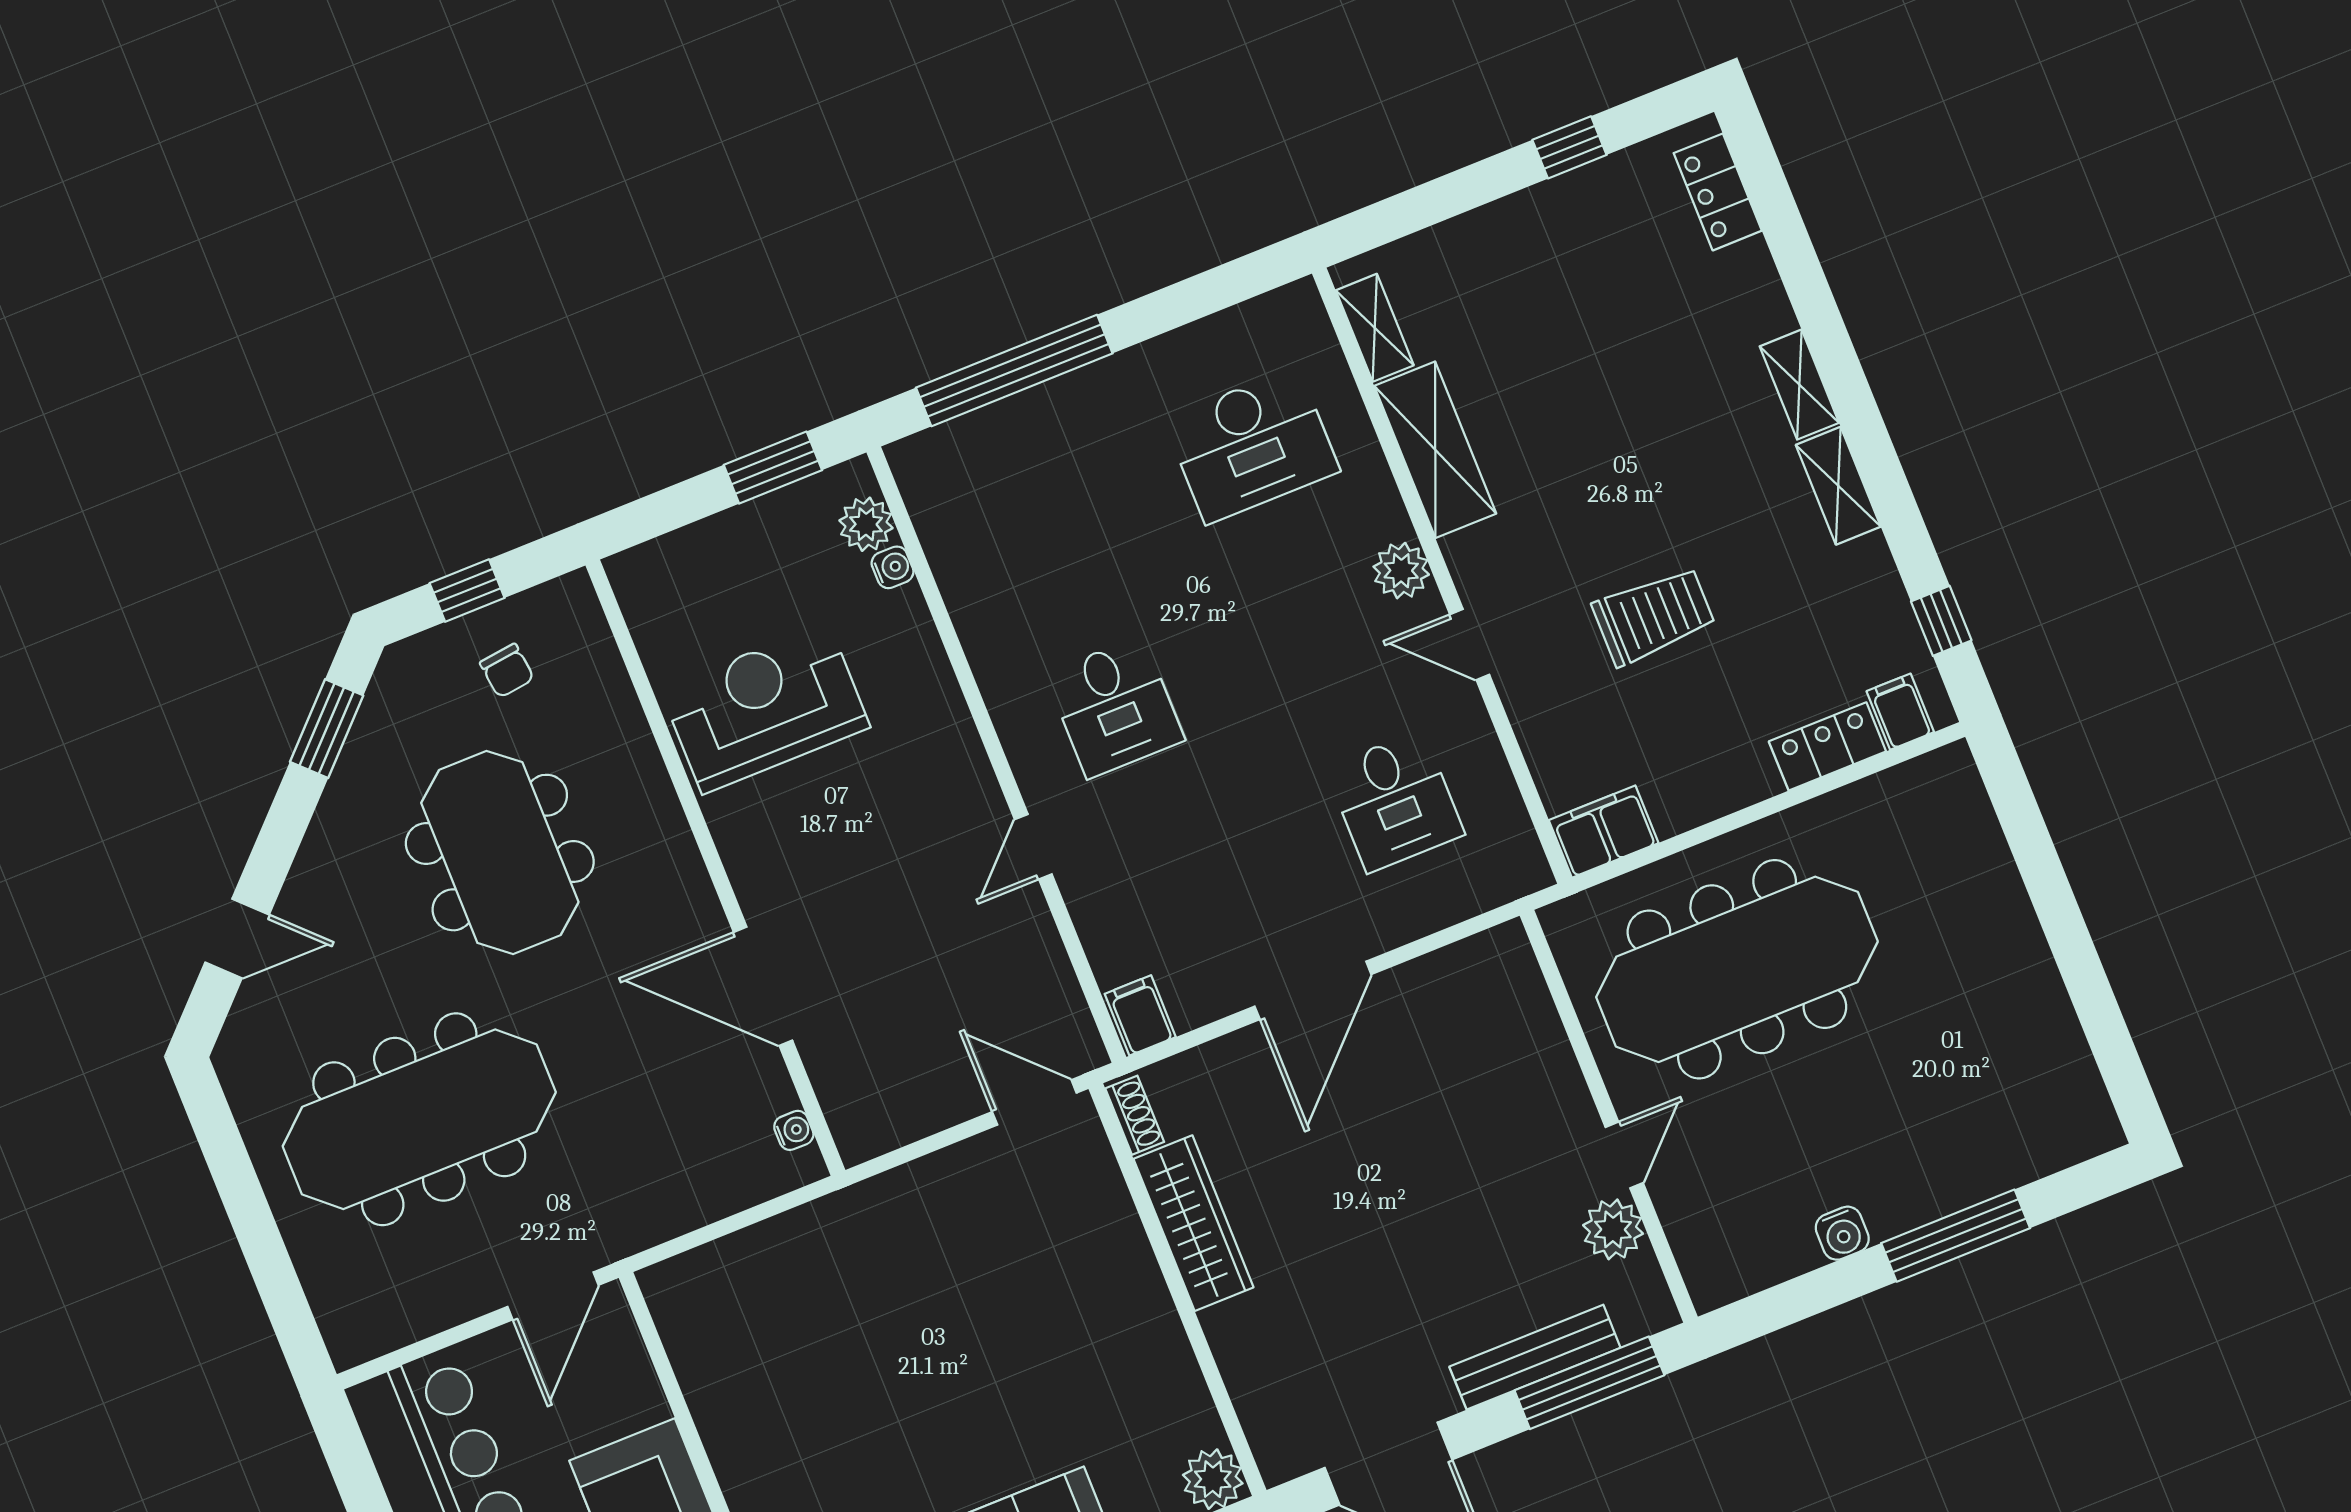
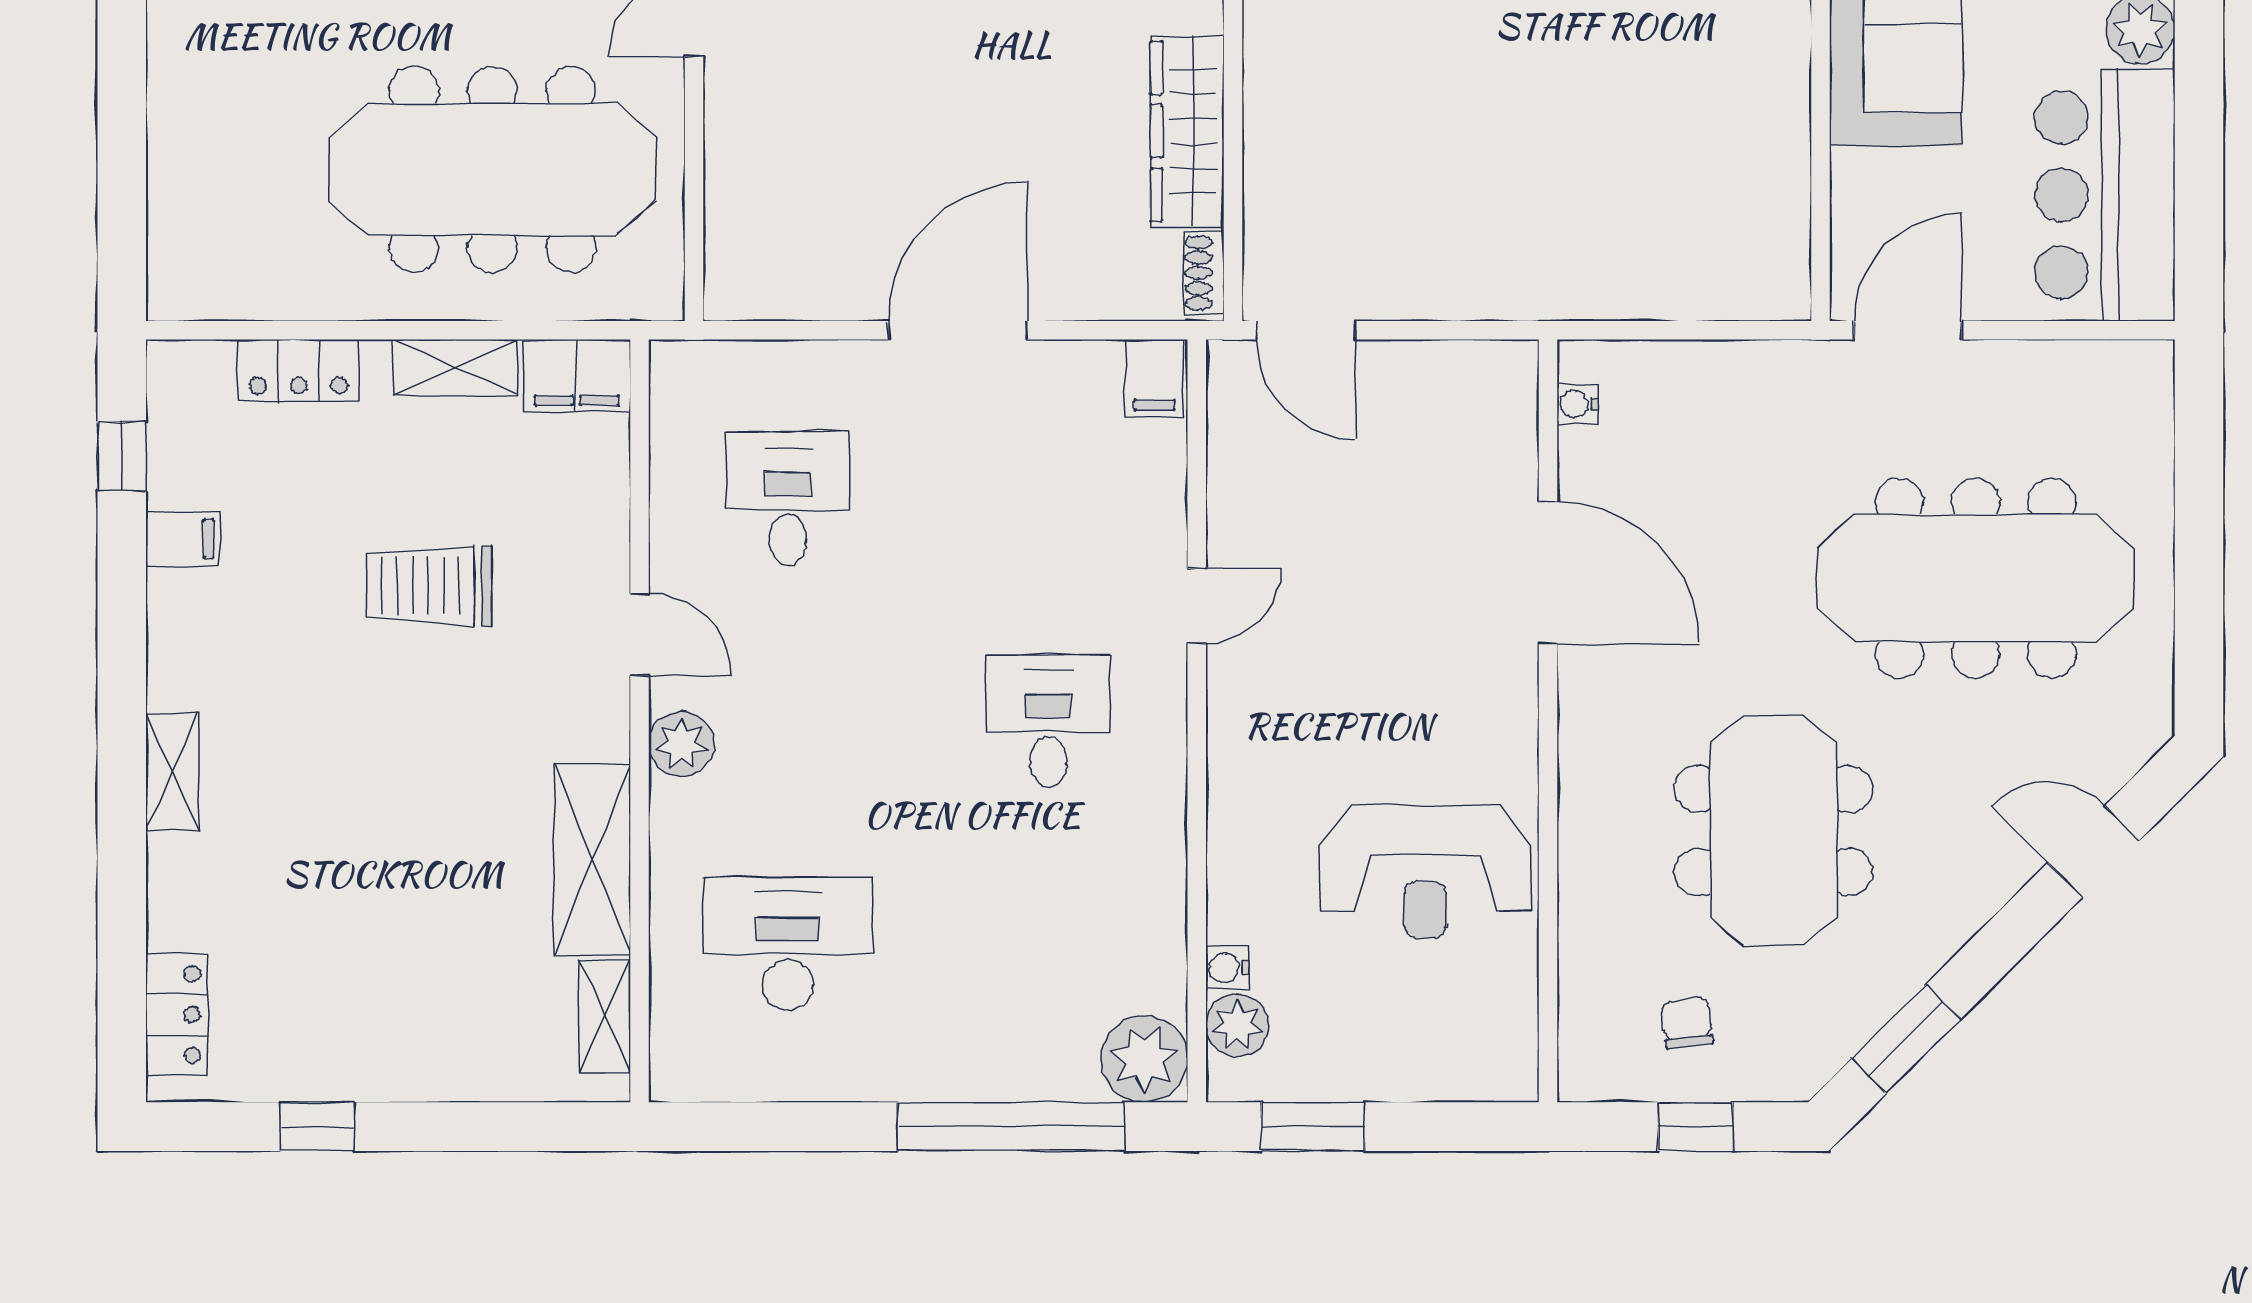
plant: (930, 467) -> (1144, 1059), added
shelving: (1838, 486) -> (455, 367), moved, turned 90
filing cabinet: (1900, 712) -> (183, 539), moved, turned -90

